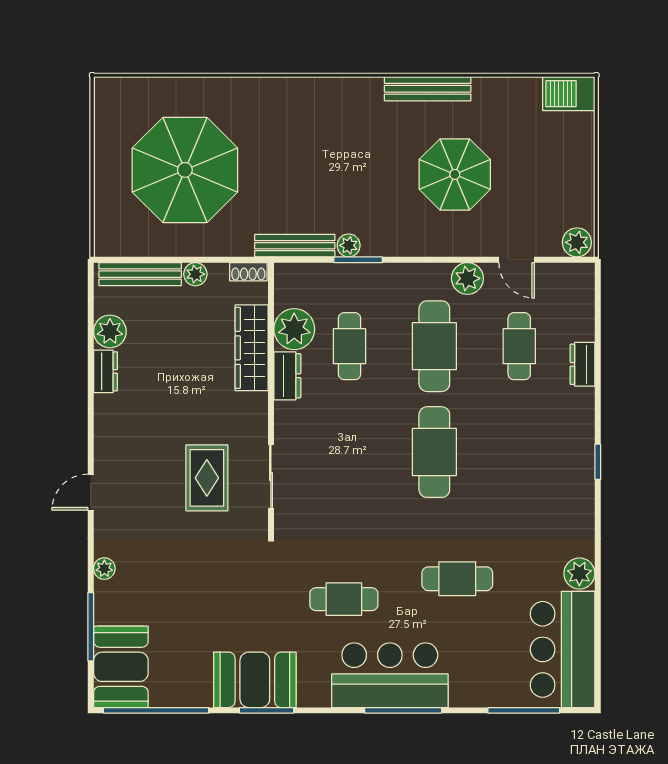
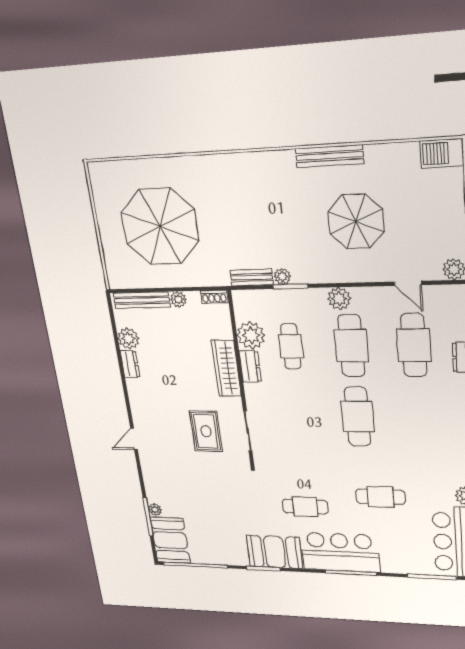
bench: (295, 246) -> (252, 278), width x0.73
plant: (467, 278) -> (339, 299), moved
cafe table: (519, 346) -> (414, 345), width x1.37, depth x1.35
wardrobe: (252, 348) -> (226, 368), moved
plant: (104, 569) -> (155, 510), moved
booth: (255, 680) -> (275, 552), moved

